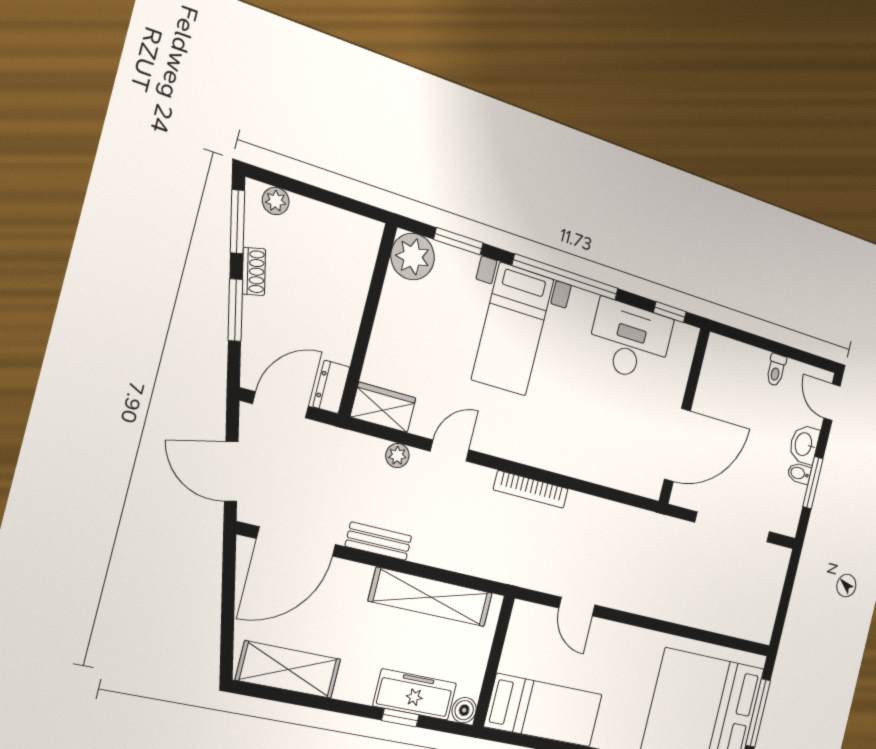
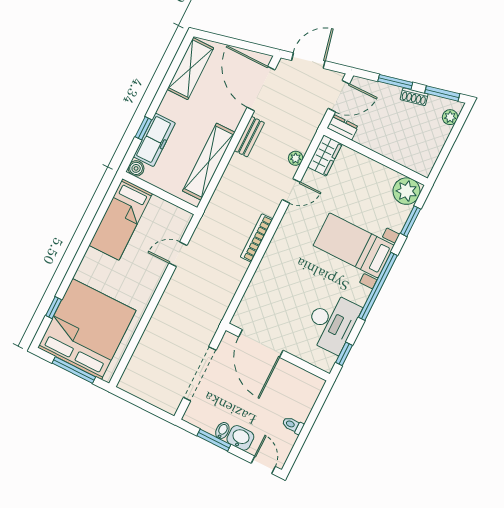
door: (832, 402) -> (263, 465), hinge flipped
door: (281, 405) -> (339, 96), hinge flipped
door: (450, 451) -> (291, 191), hinge flipped

